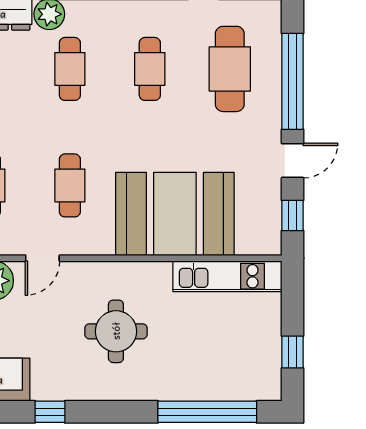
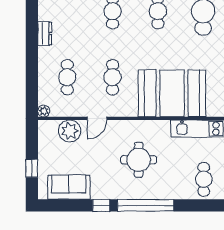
cafe table: (231, 366) -> (204, 179), added
window: (207, 412) -> (146, 205), moved

